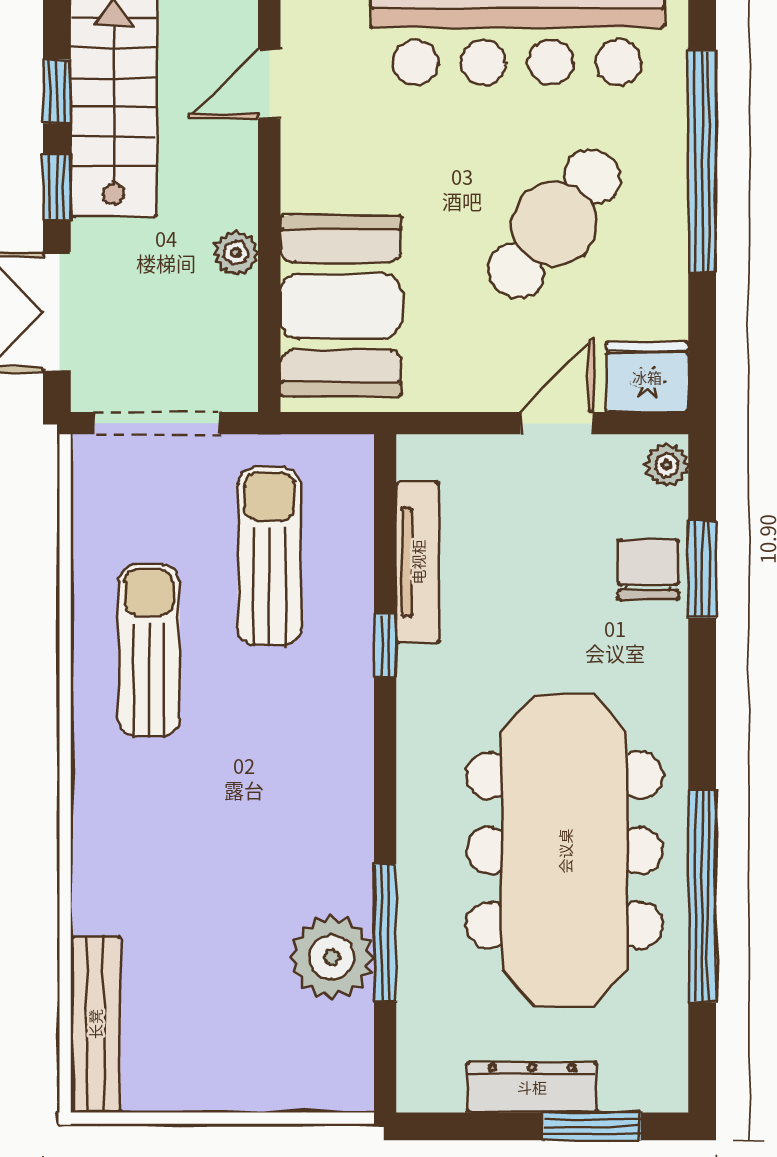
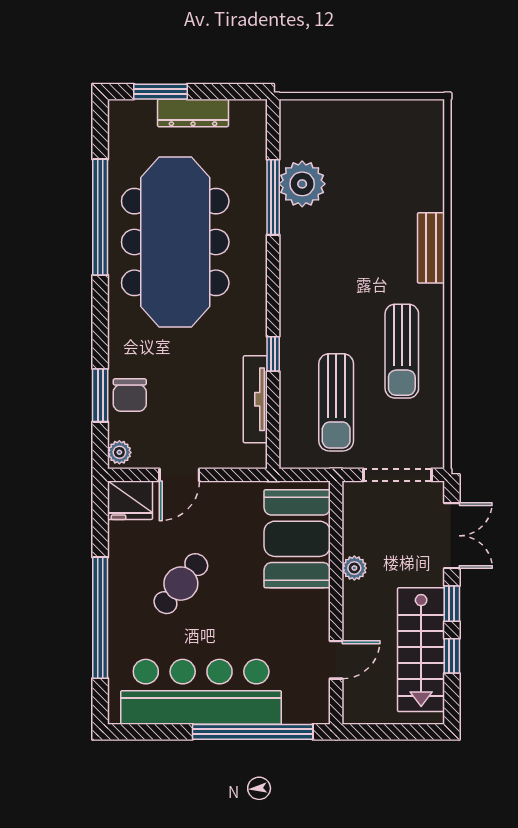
cafe table: (554, 224) -> (181, 584), width x0.73, depth x0.74
bench: (95, 1024) -> (431, 248), moved, width x0.73

